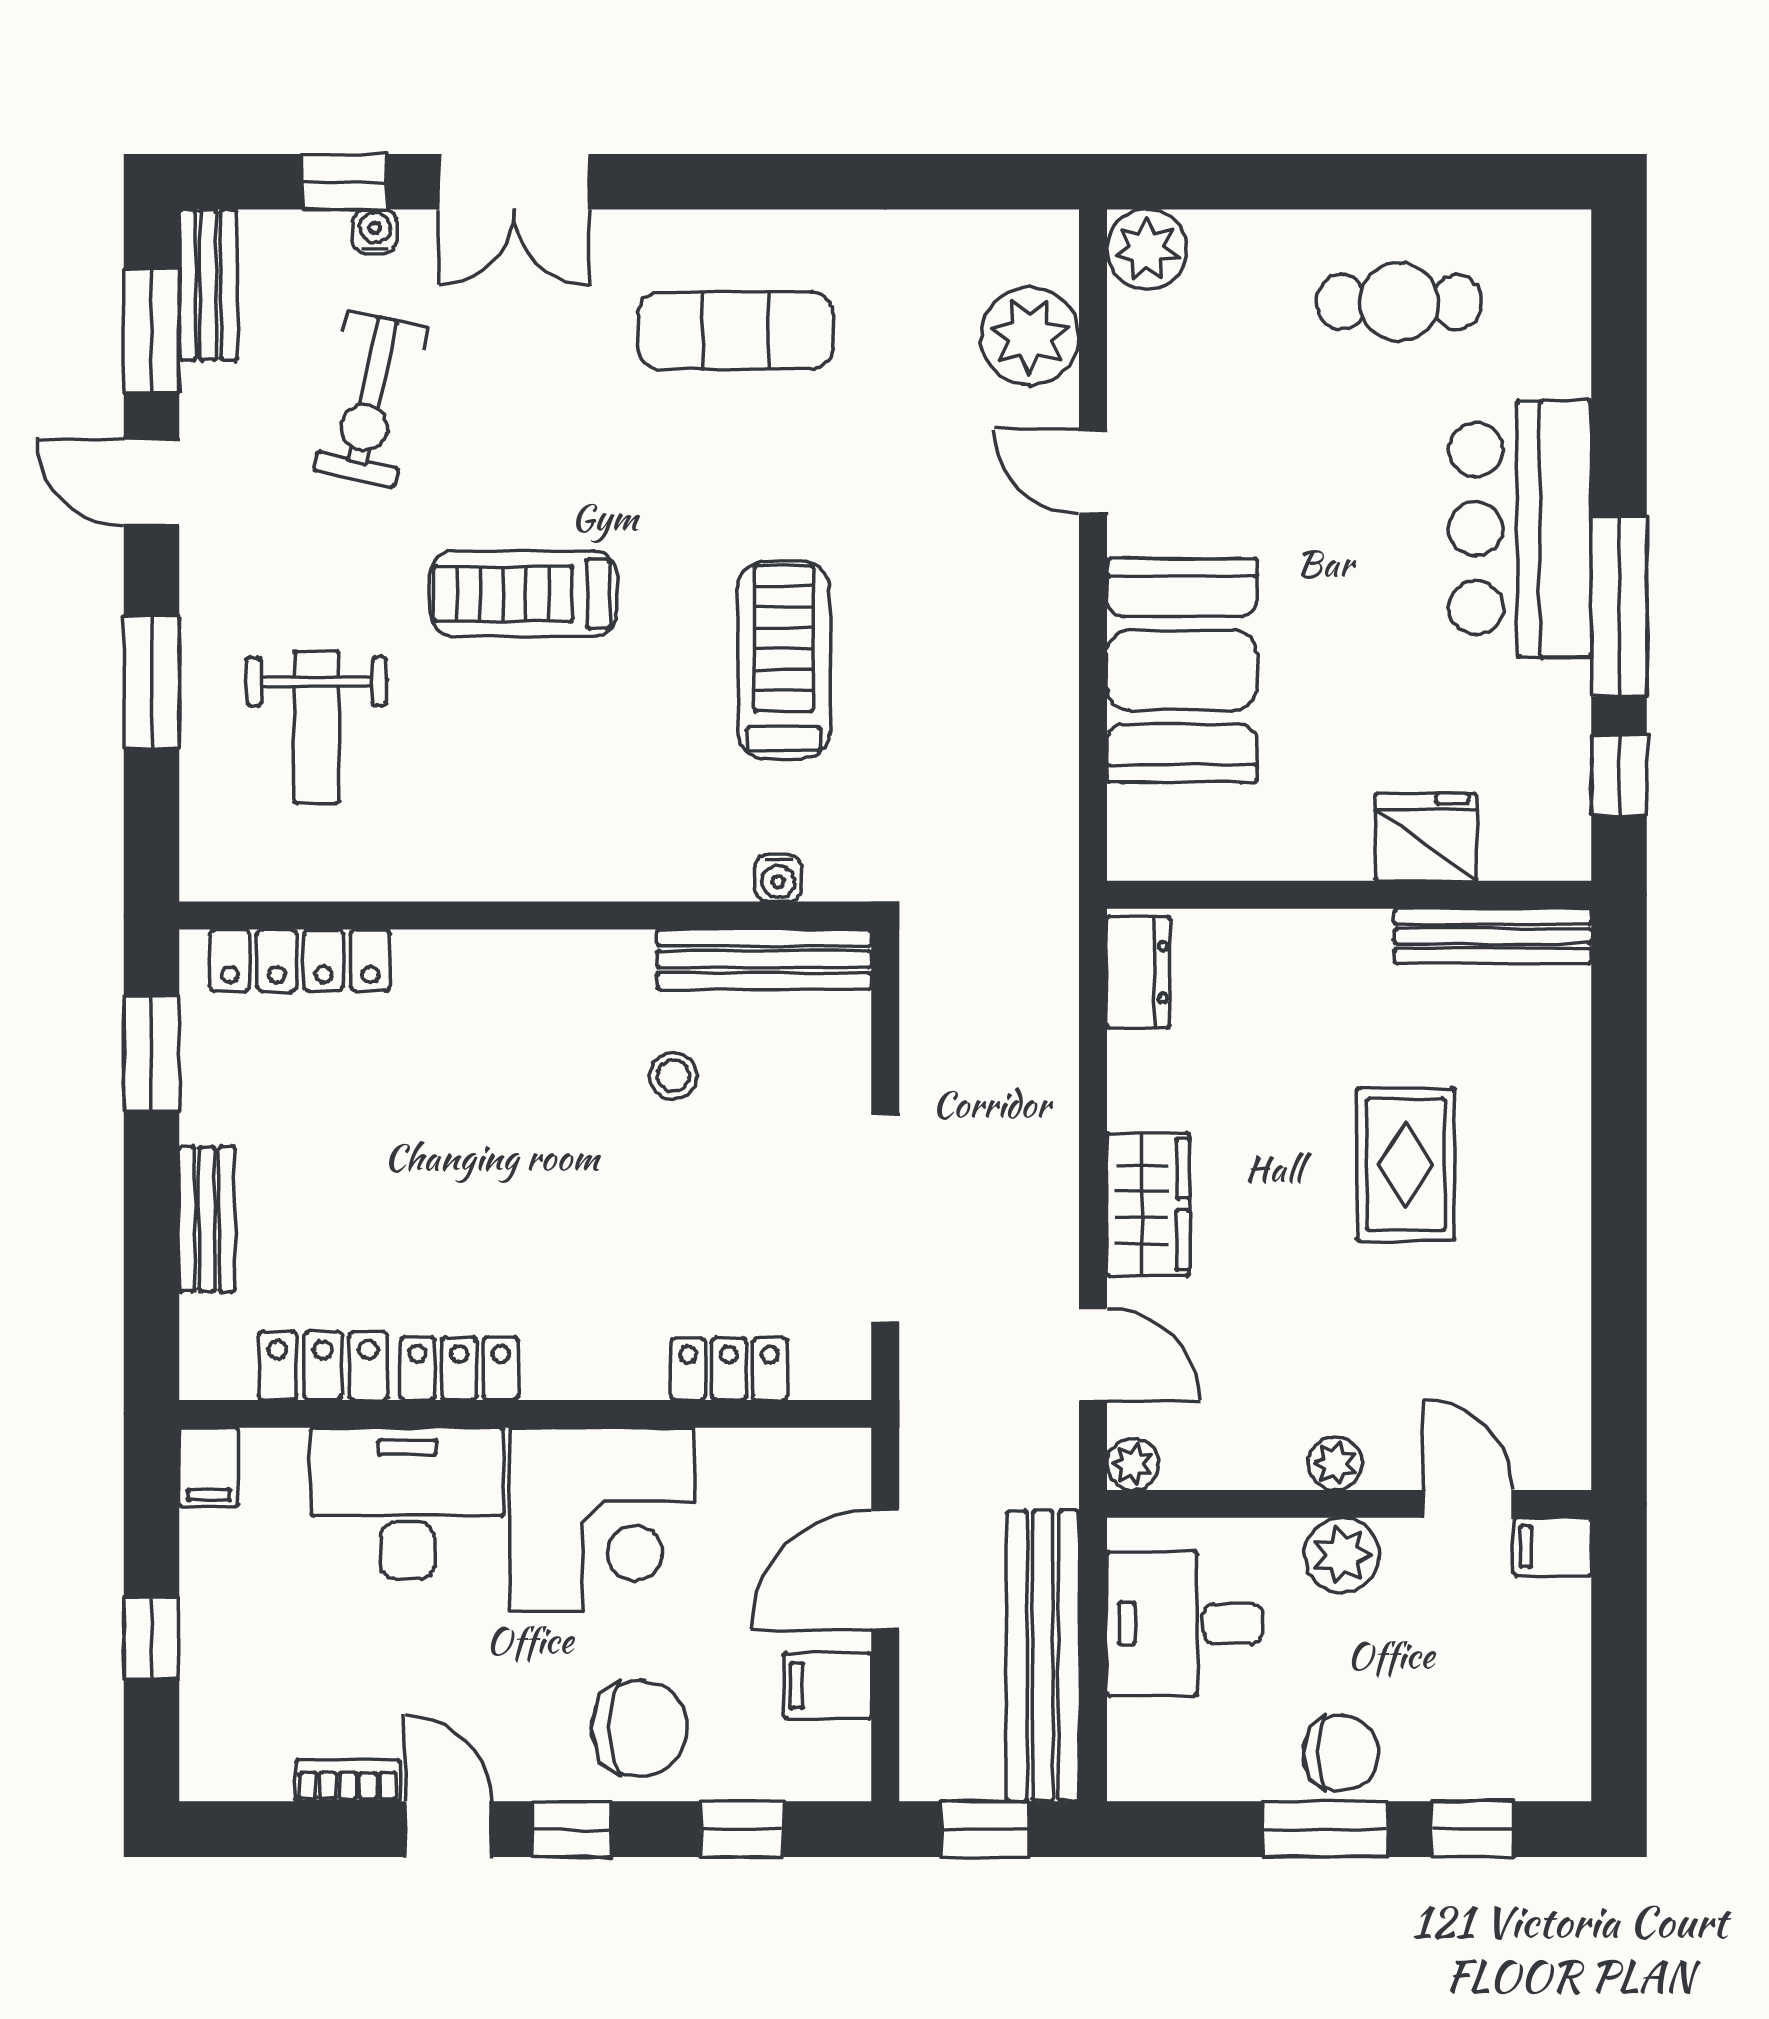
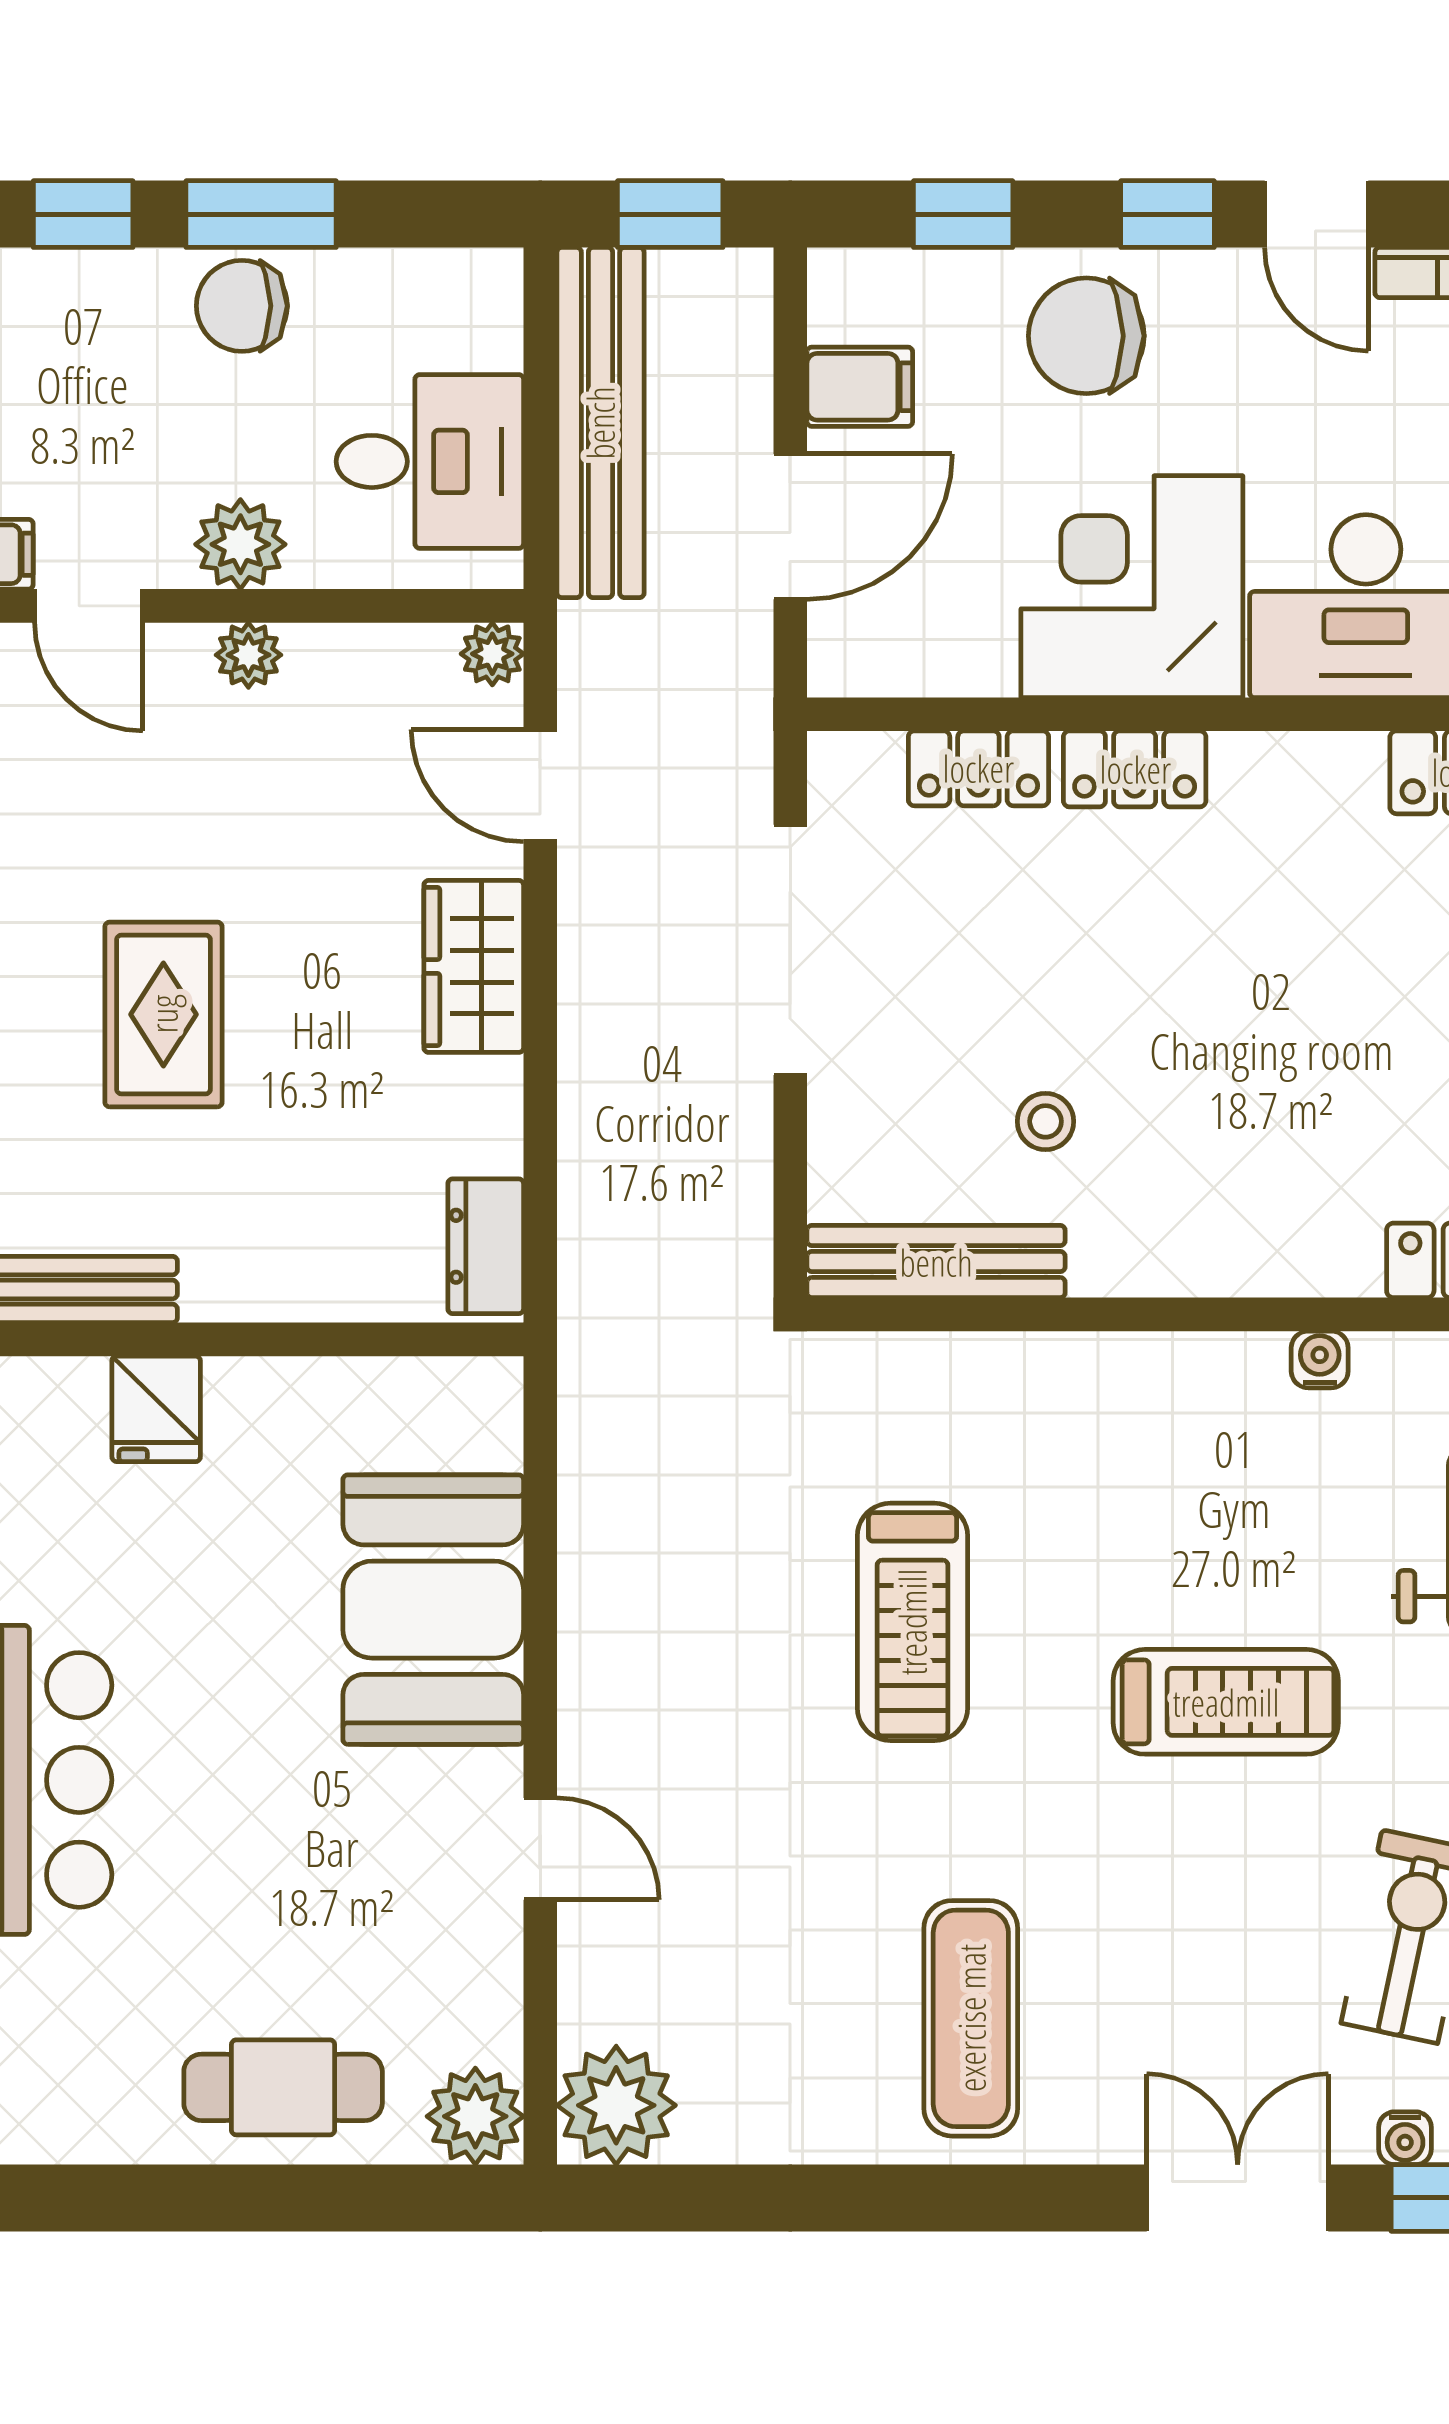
cafe table: (1399, 302) -> (283, 2087), moved
exercise mat: (735, 331) -> (971, 2018), turned 90
plant: (1030, 336) -> (616, 2105), moved
fridge: (1426, 837) -> (156, 1409), width x0.72
water cooler: (778, 878) -> (1320, 1359), moved
locker: (459, 1368) -> (1135, 769), moved

